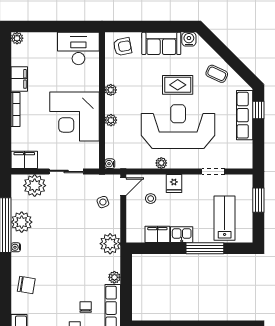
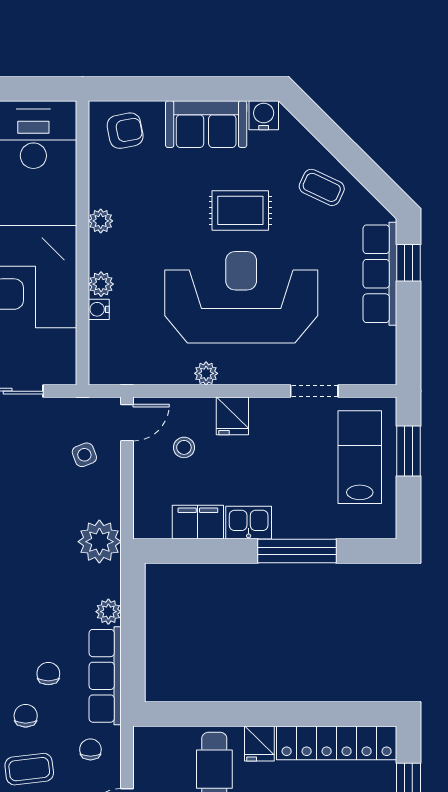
water cooler: (110, 164) -> (99, 309), moved
lab bench: (225, 218) -> (360, 457), moved

